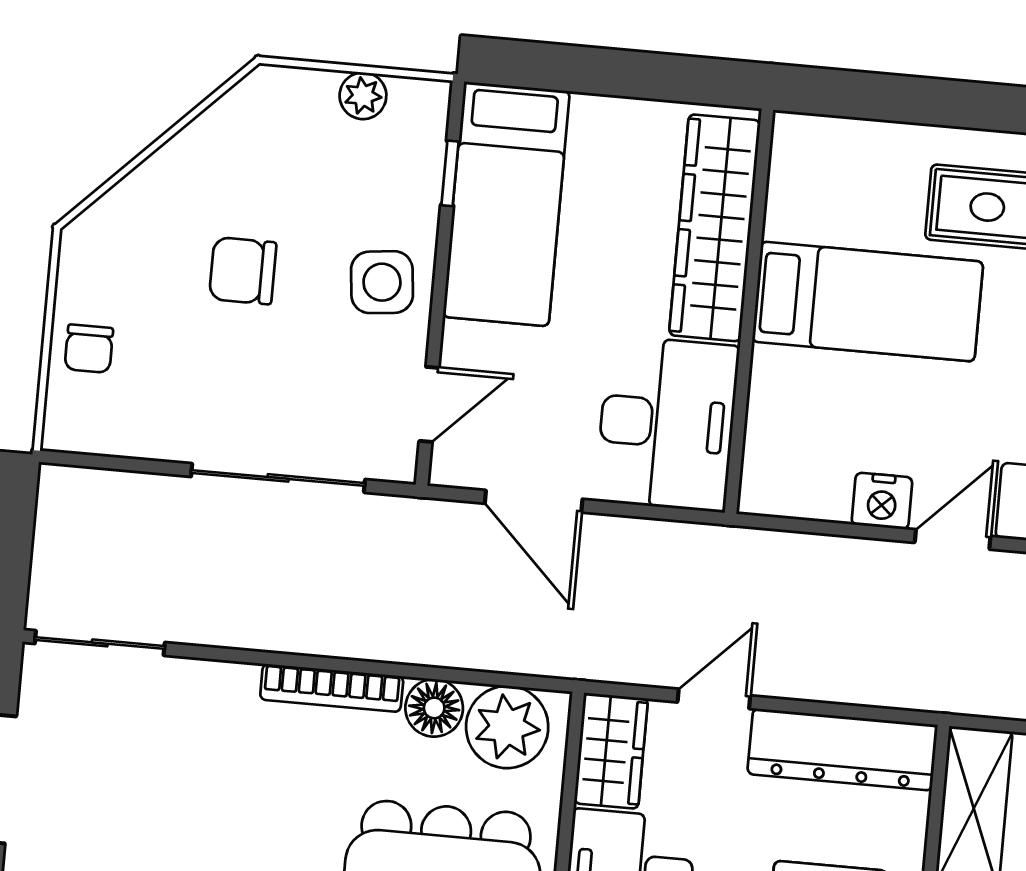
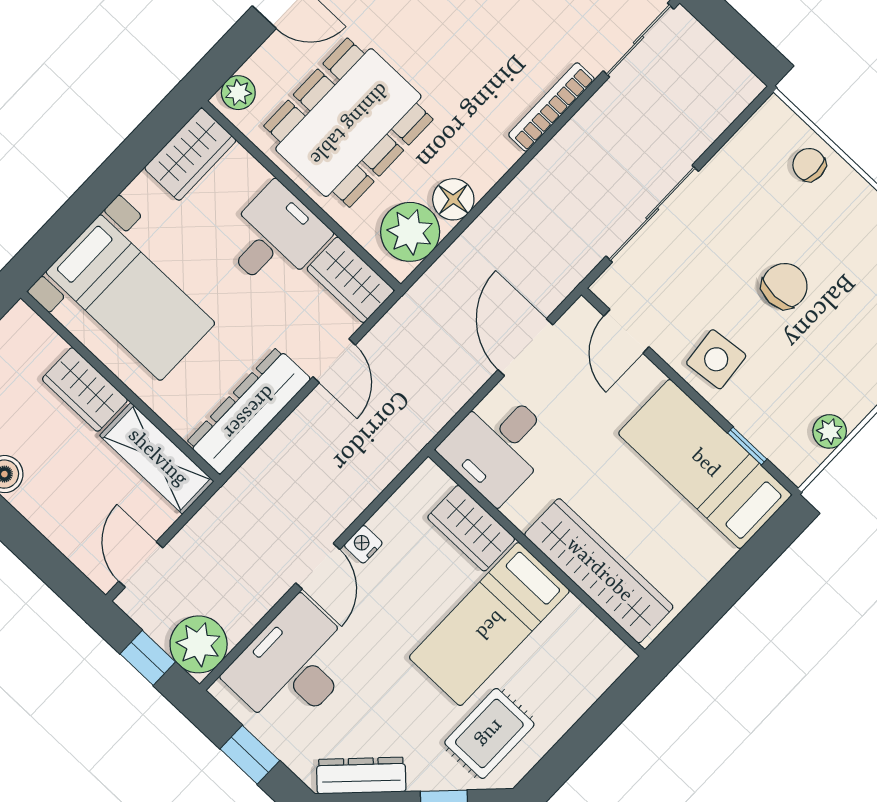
wardrobe: (778, 404) -> (471, 528), added
desk: (667, 424) -> (498, 446), width x0.73
door: (534, 501) -> (525, 347), hinge flipped
nightstand: (882, 501) -> (363, 544), width x0.72, depth x0.74
bookcase: (332, 688) -> (552, 107), moved

